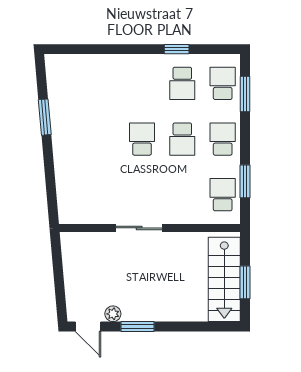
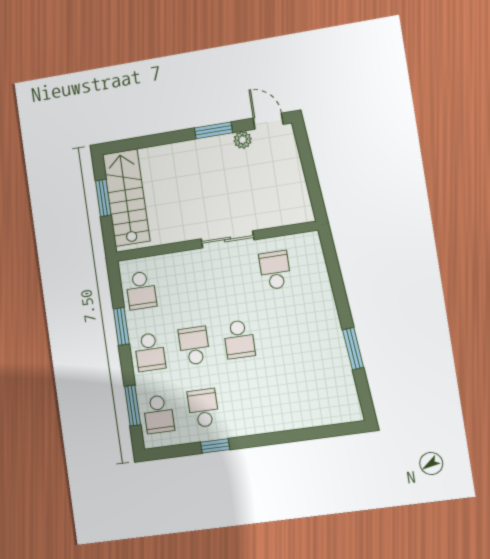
window: (245, 181) -> (121, 326), moved
school desk: (102, 195) -> (275, 270), added

